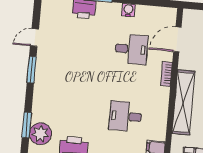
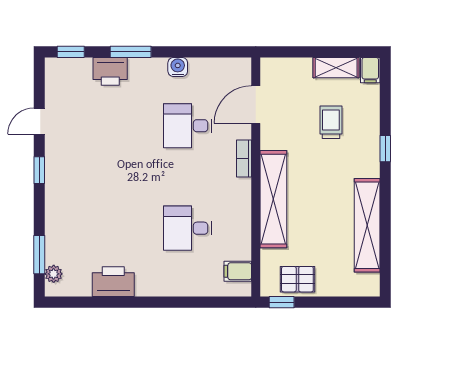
desk: (131, 49) -> (188, 126), turned 180
window: (32, 70) -> (39, 170), width x0.67
plant: (40, 134) -> (54, 274), width x0.53, depth x0.53

